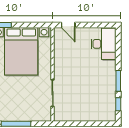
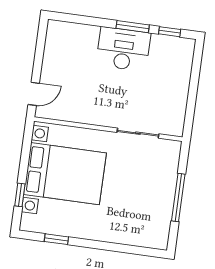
desk: (104, 44) -> (123, 49), moved

